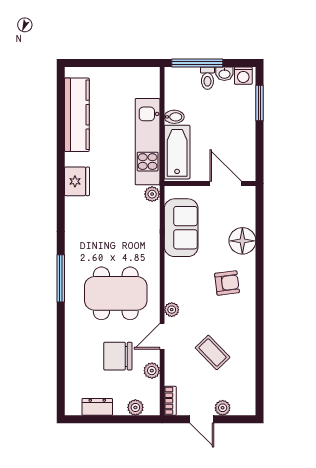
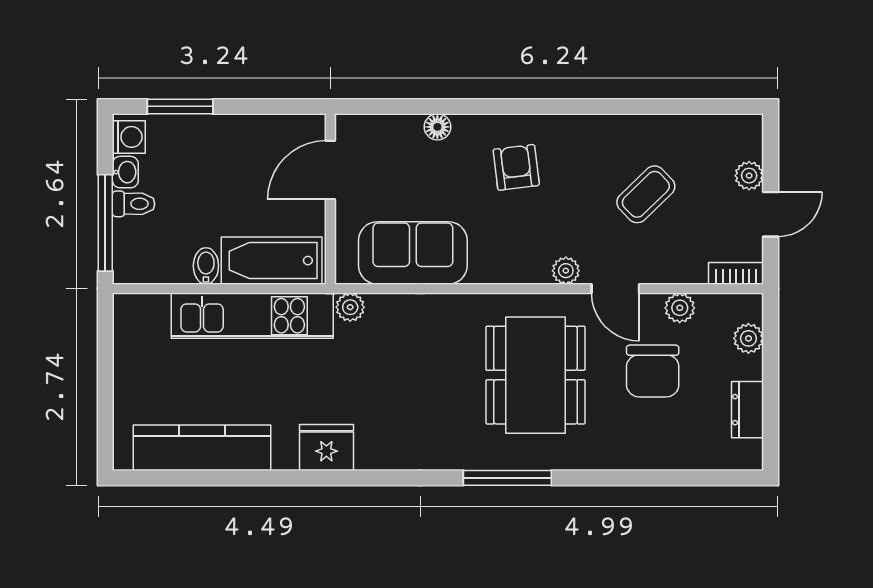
floor lamp: (242, 241) -> (437, 127), width x0.53, depth x0.53

